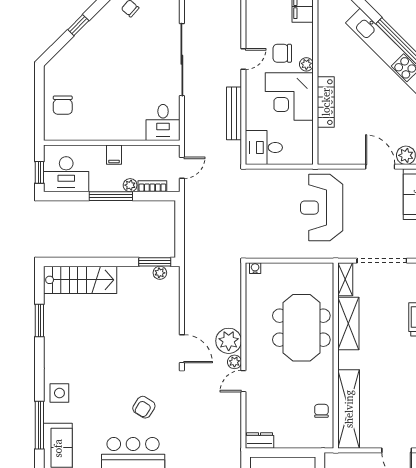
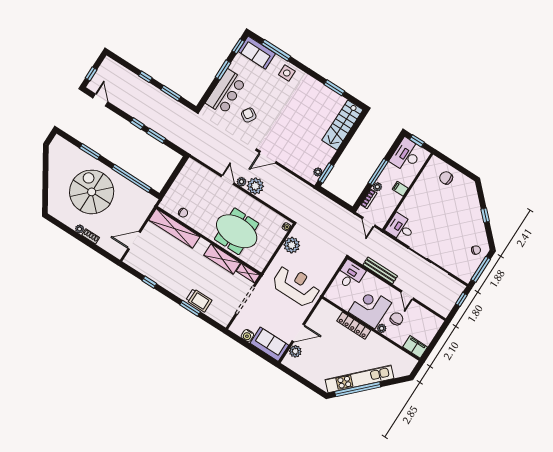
plant: (274, 246) -> (292, 245), added
dresser: (260, 440) -> (189, 168), removed

